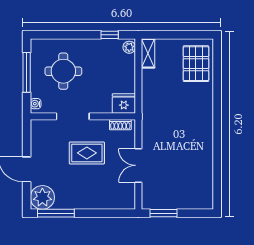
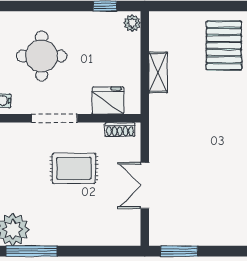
shelving: (148, 53) -> (158, 72), moved
fridge: (124, 104) -> (108, 100), moved

